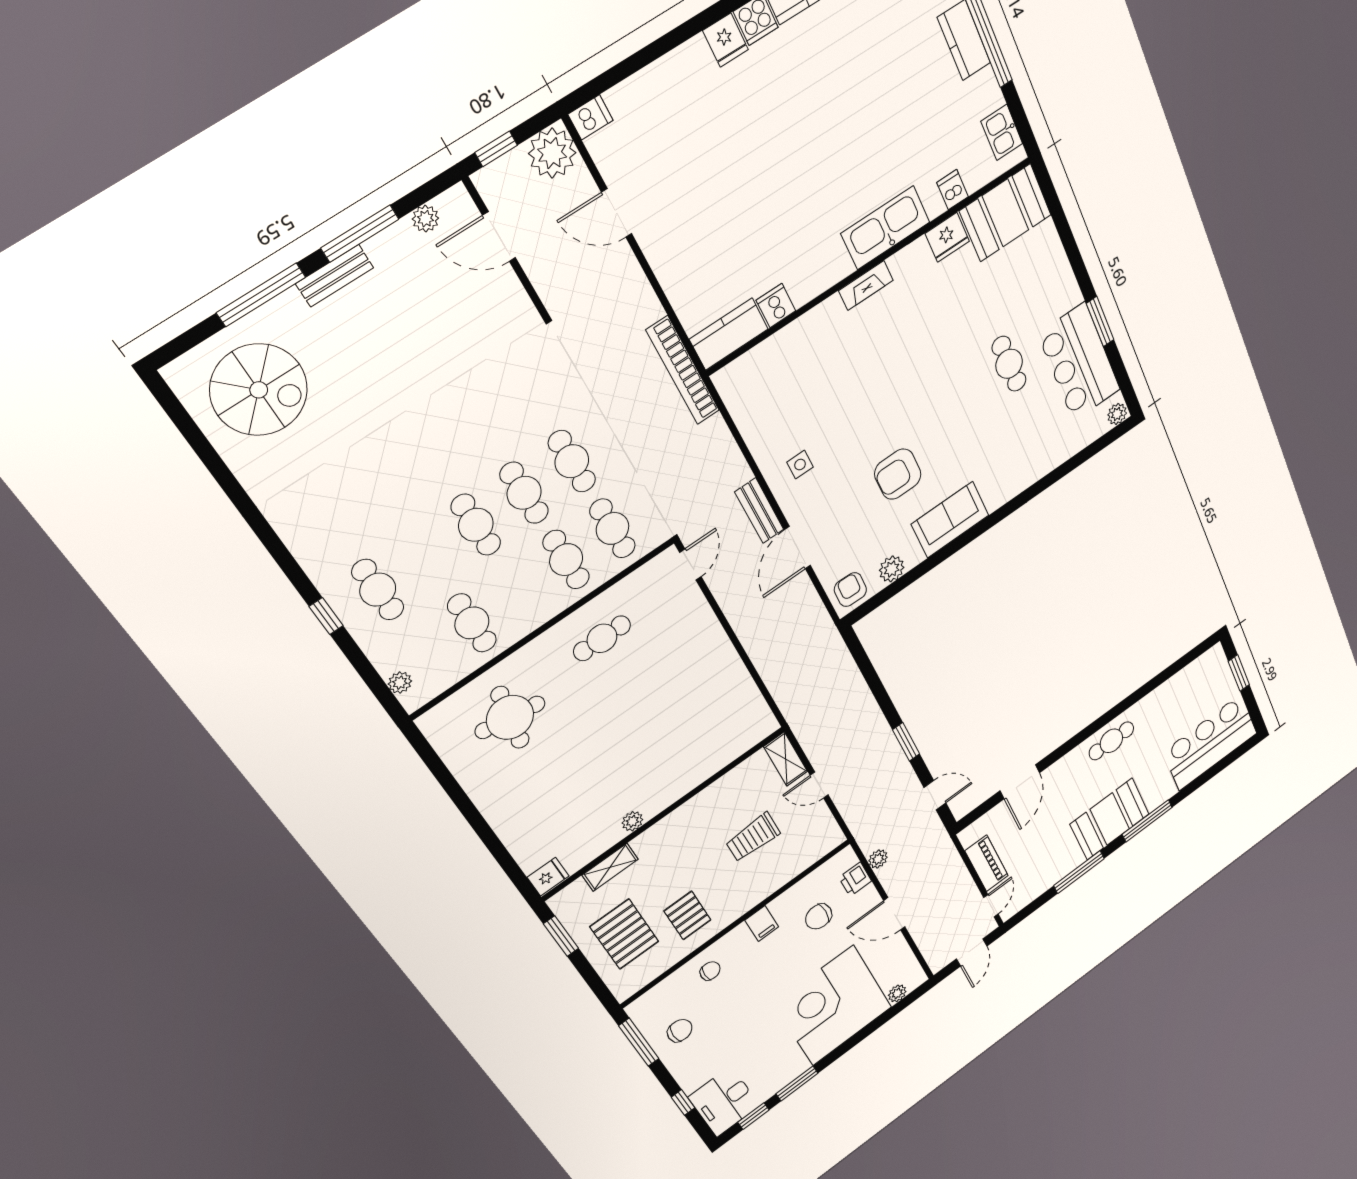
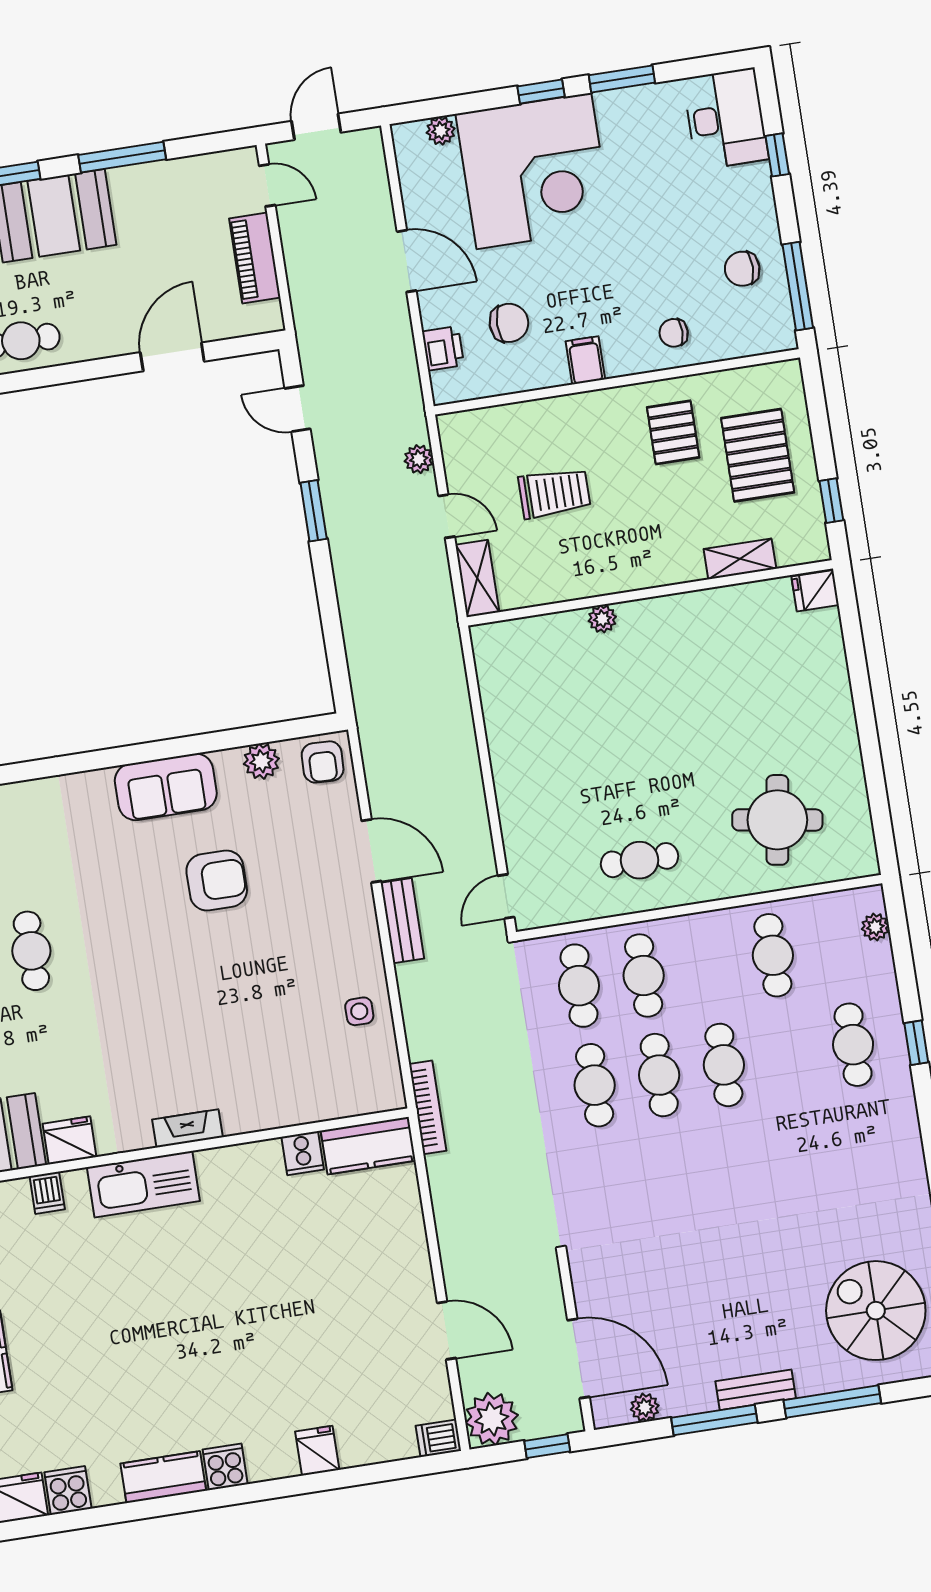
fridge: (726, 40) -> (317, 1451), moved
door: (499, 237) -> (578, 1359), width x1.36
bookcase: (683, 371) -> (428, 1107), width x0.68, depth x0.76
side table: (800, 465) -> (359, 1011), moved
door: (797, 548) -> (371, 851), hinge flipped
plant: (632, 821) -> (602, 619), moved
plant: (878, 859) -> (419, 459), moved
door: (991, 906) -> (267, 185), swing flipped
window: (561, 936) -> (831, 501), width x0.67
window: (753, 1116) -> (541, 92), moved

